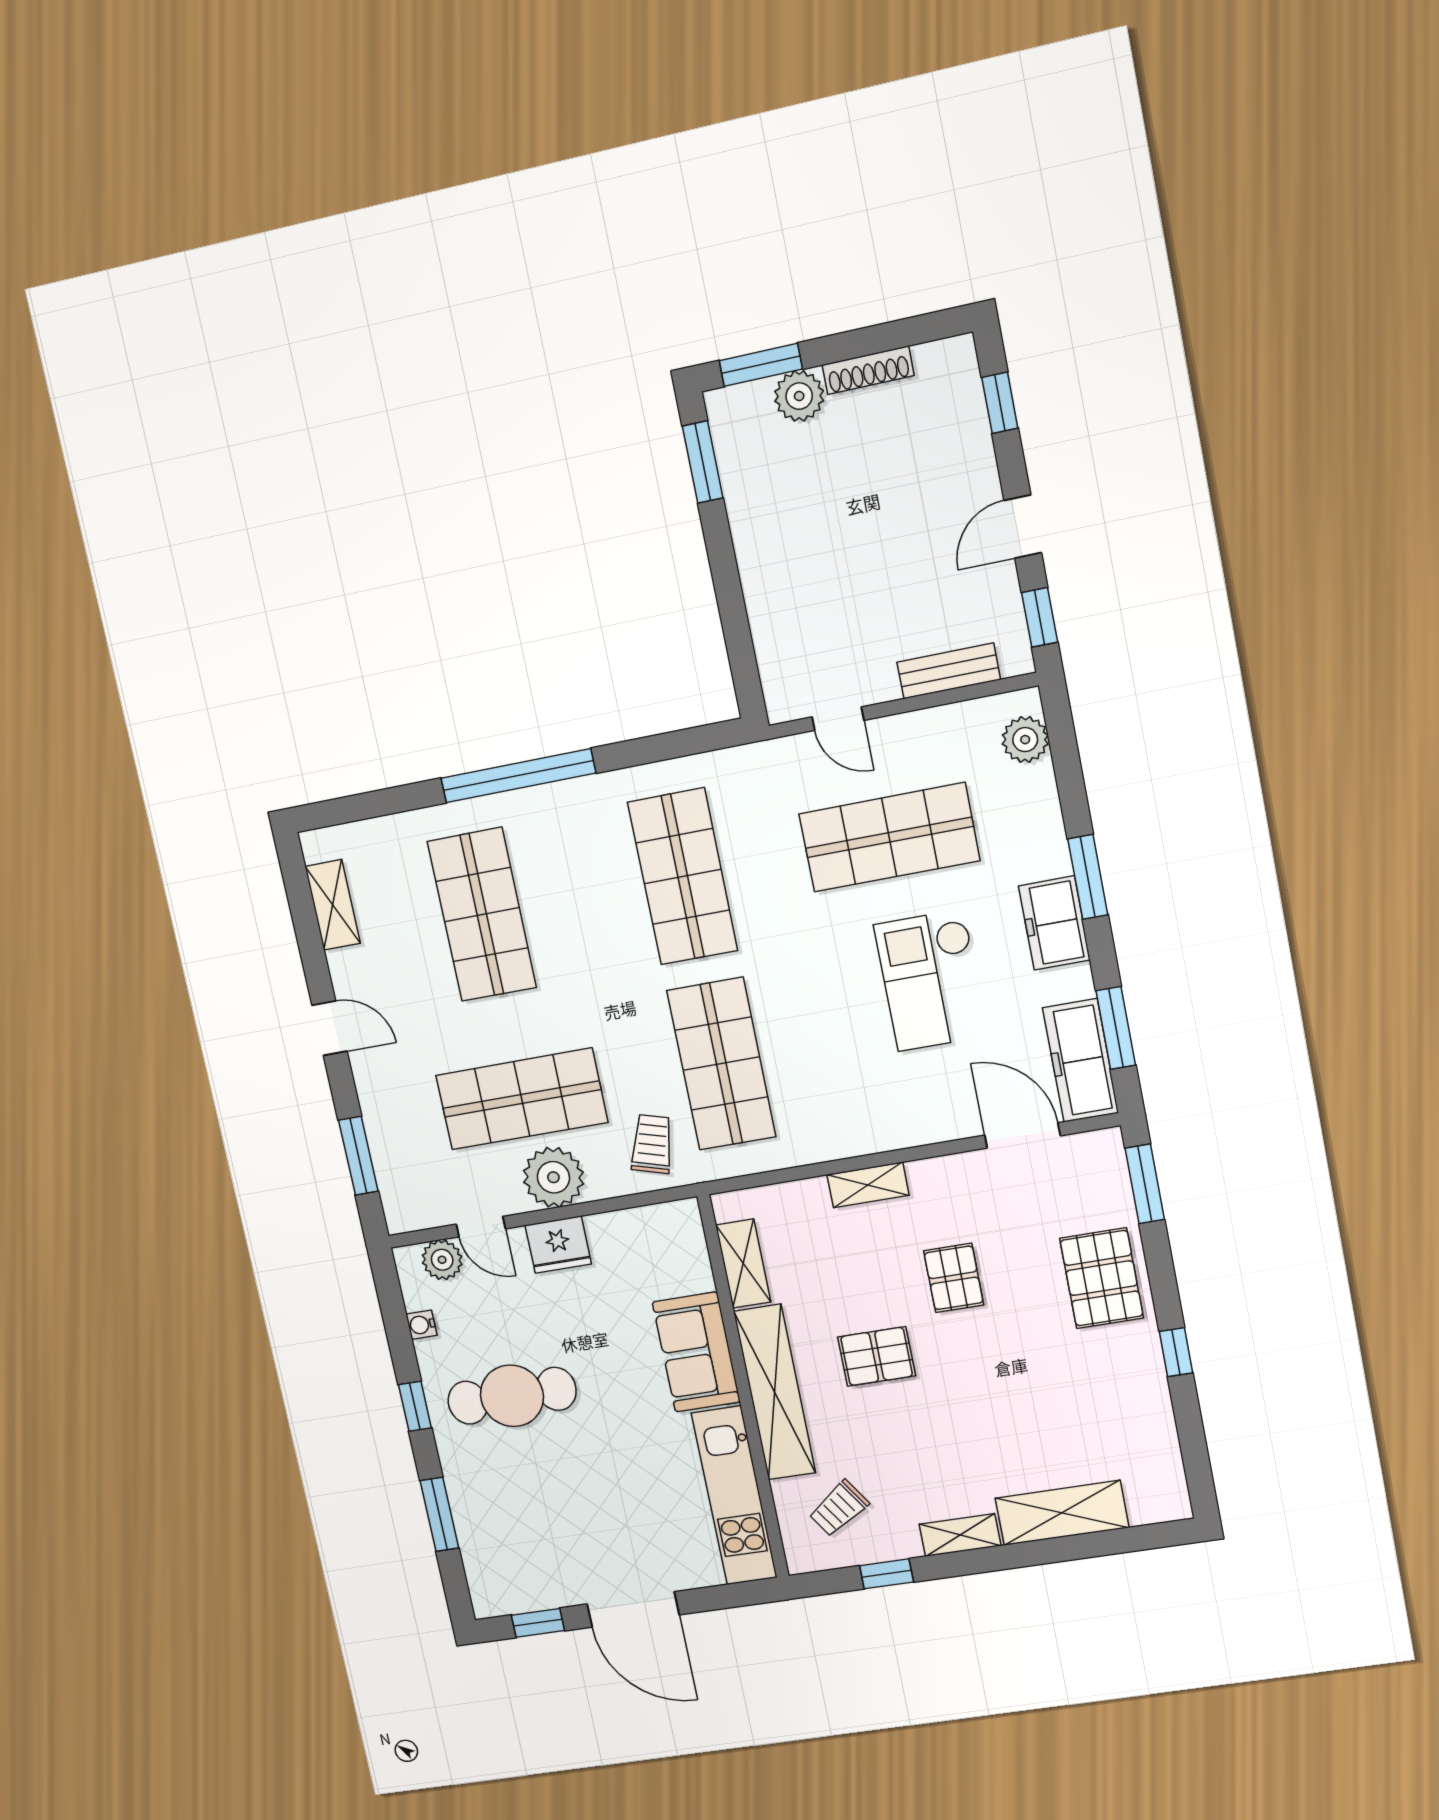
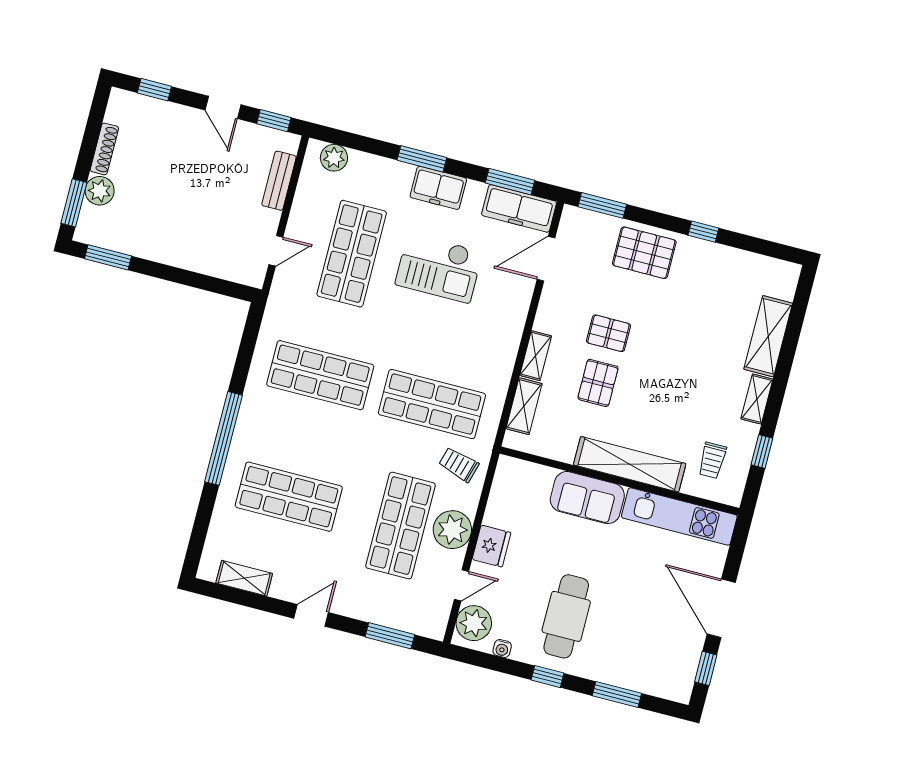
plant: (442, 1260) -> (474, 623), width x1.36, depth x1.36
shelving: (743, 1264) -> (524, 406), moved, turned 90
pallet: (877, 1356) -> (598, 383), moved
trolley: (839, 1508) -> (712, 460), turned 34
door: (633, 1609) -> (721, 608), swing flipped

